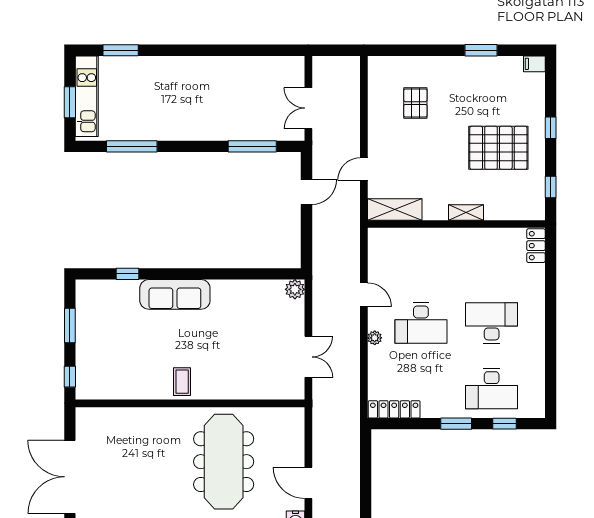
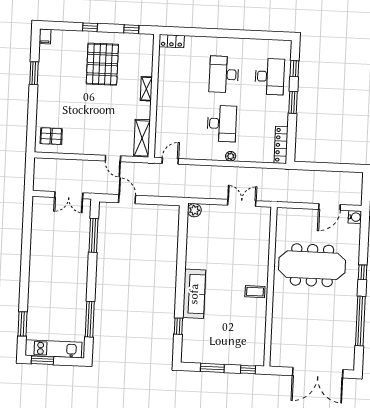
window: (70, 102) -> (42, 360), moved
pallet: (415, 103) -> (51, 136), moved
door: (364, 295) -> (170, 161), moved

